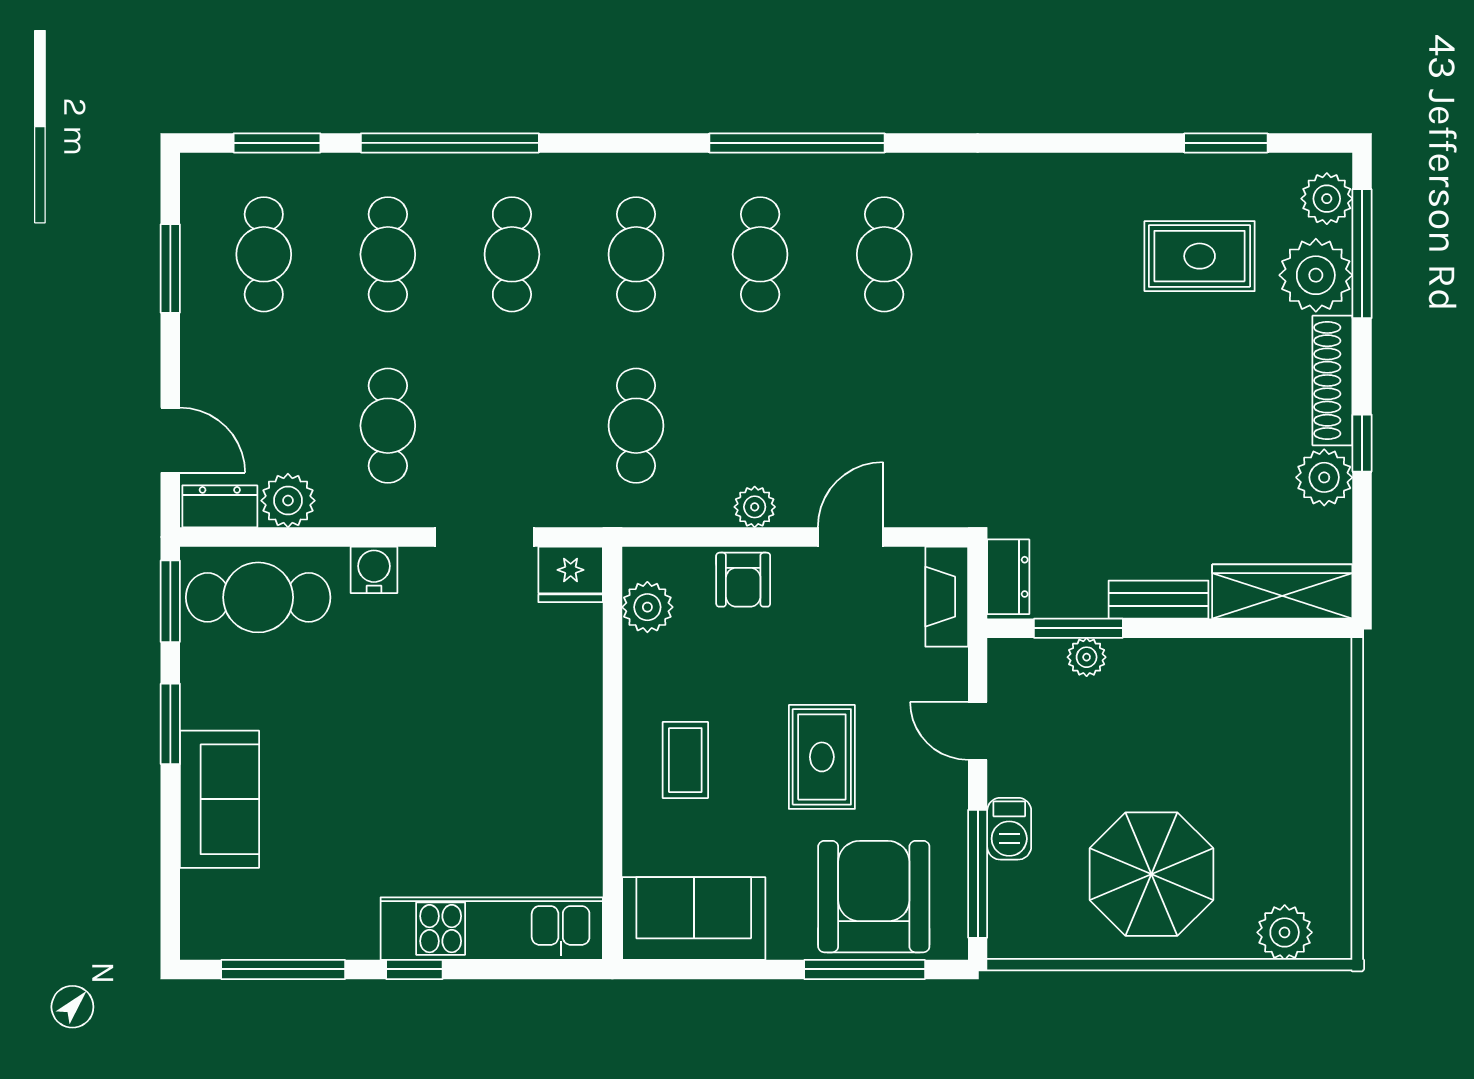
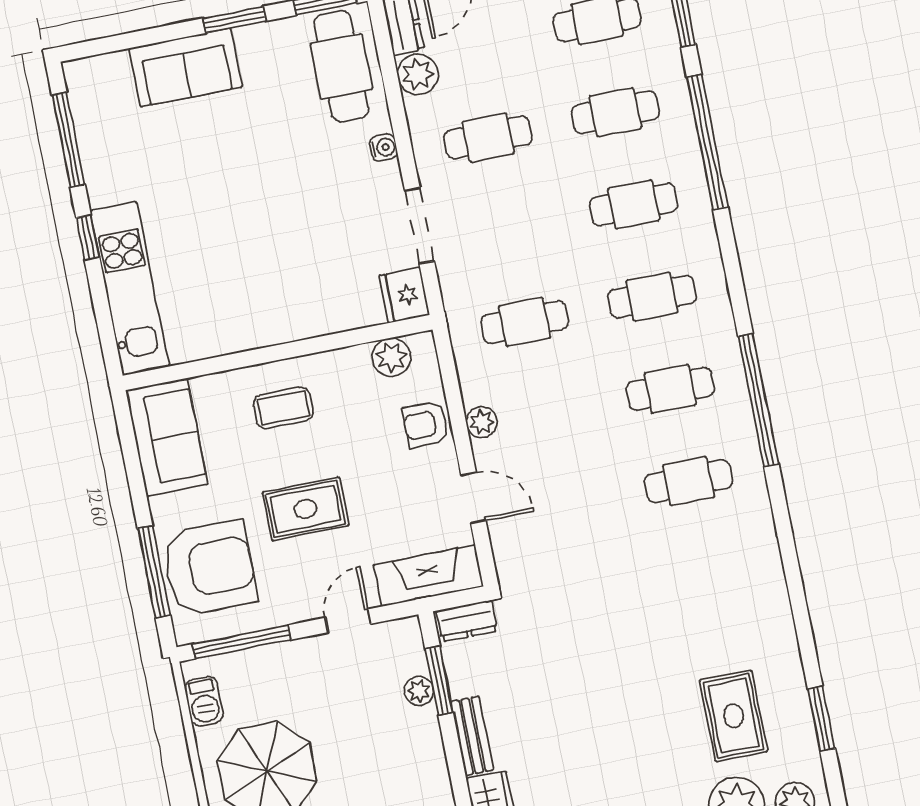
water cooler: (374, 570) -> (384, 147), width x0.72, depth x0.72
fireplace: (947, 597) -> (428, 576), width x1.37, depth x1.32
barbecue: (1009, 829) -> (204, 701), moved, turned -90

